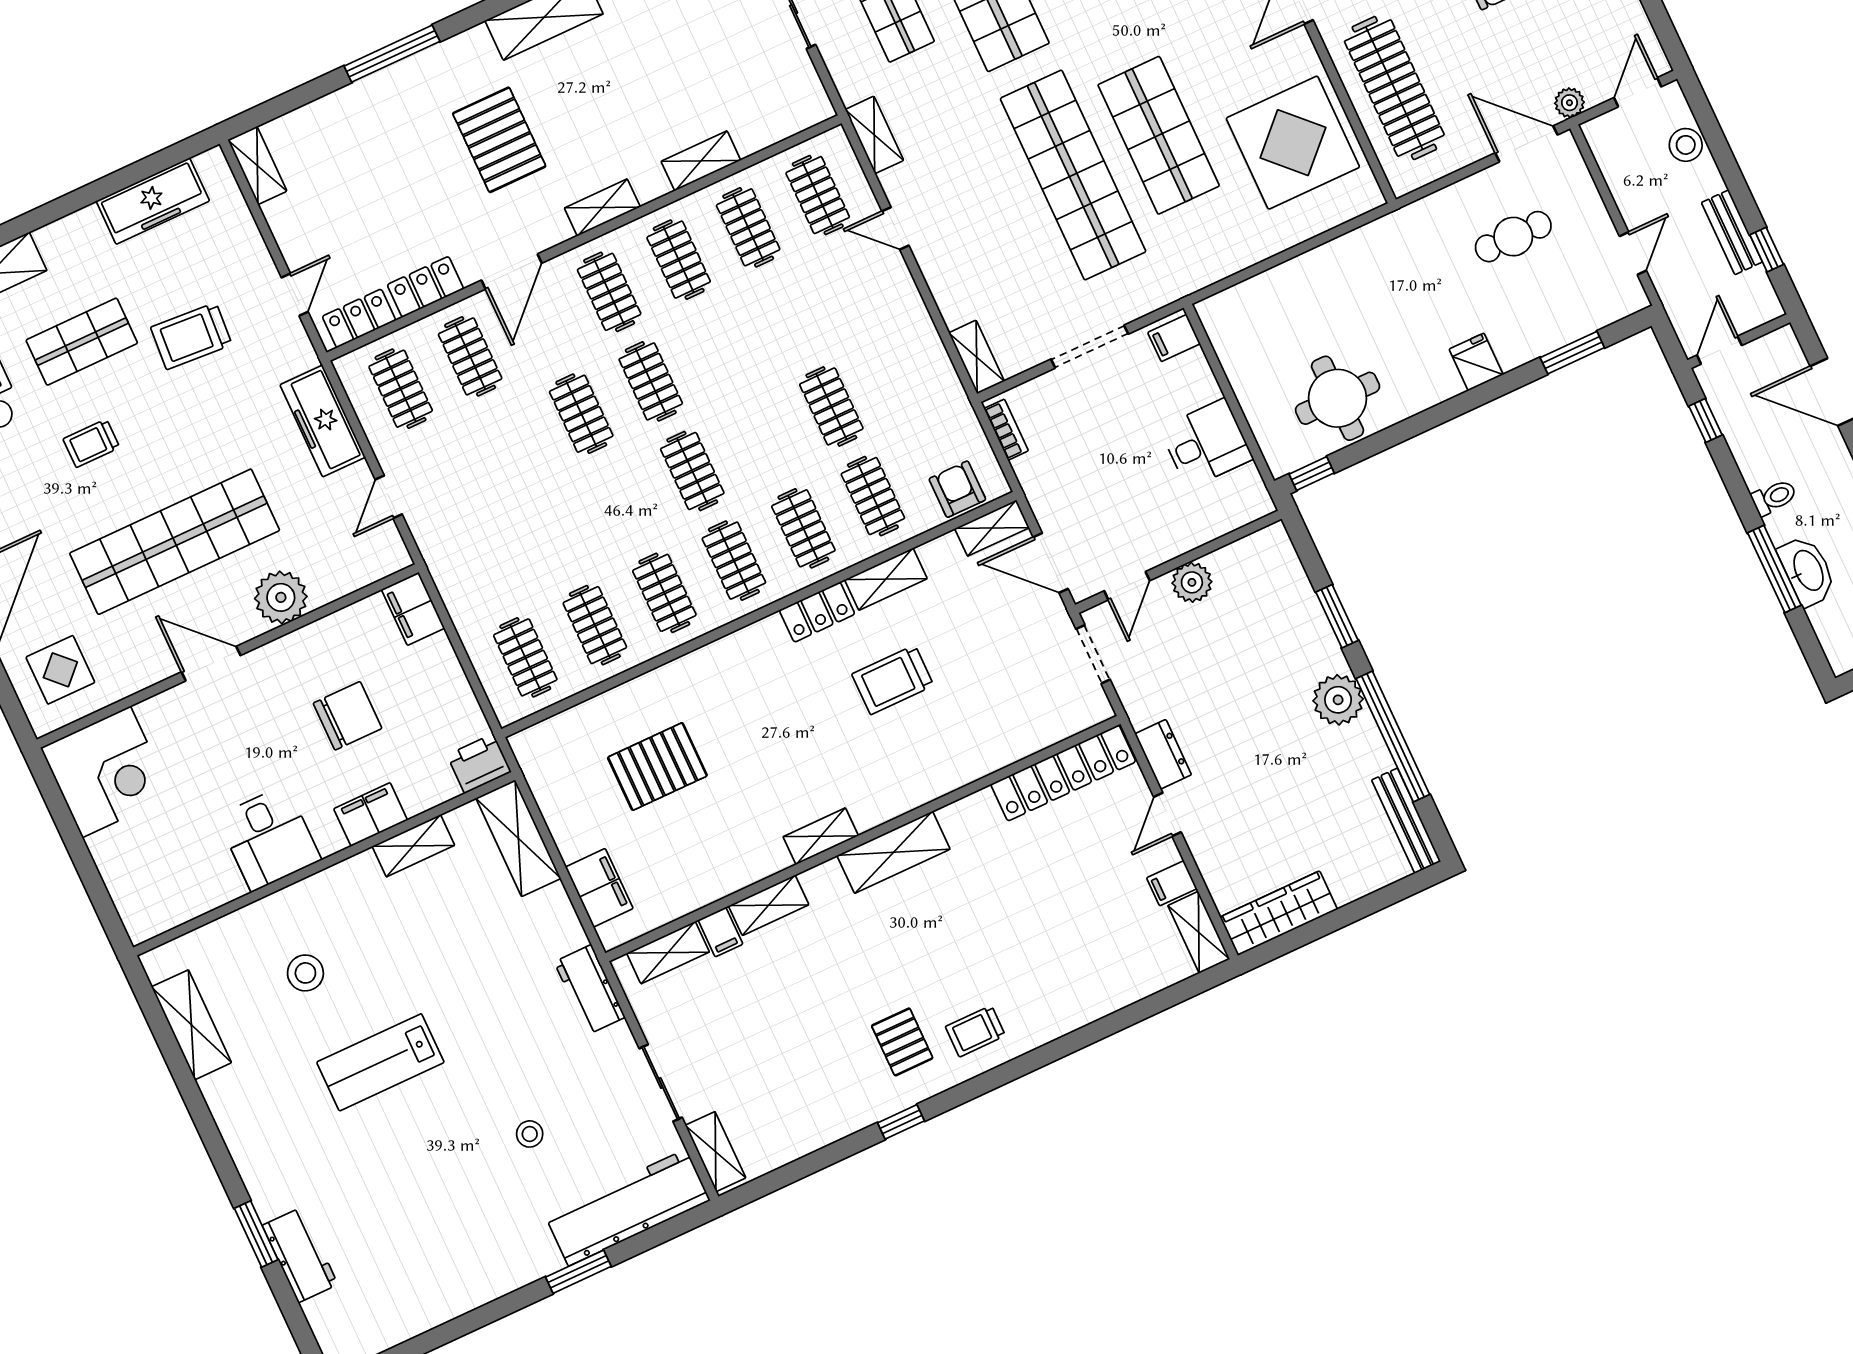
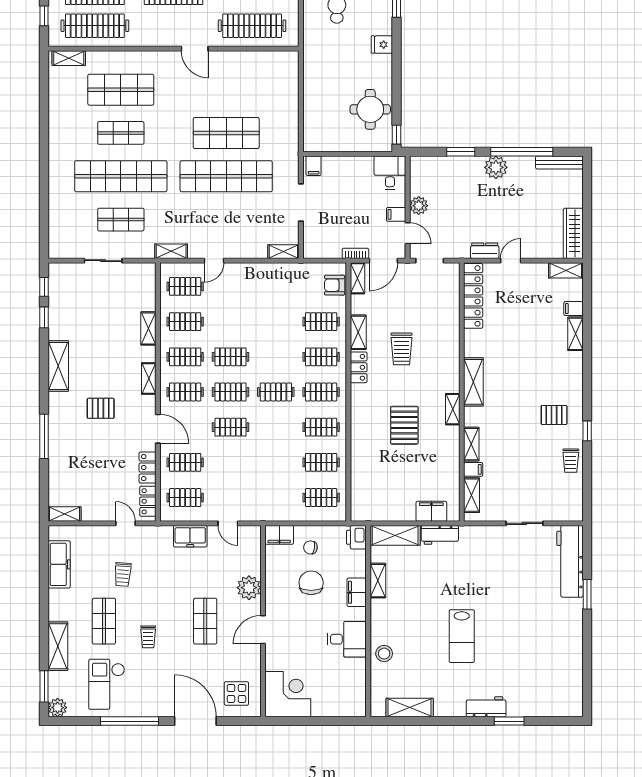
pallet: (499, 140) -> (101, 408), width x0.67, depth x0.71
display table: (1293, 143) -> (255, 79), removed
trolley: (191, 336) -> (123, 574), width x0.73, depth x0.72
clothes rail: (831, 406) -> (230, 357), moved
freezer: (323, 421) -> (190, 536), width x0.71
bookcase: (1006, 430) -> (355, 253), moved
desk: (1206, 443) -> (390, 173), moved
shop shelf: (175, 542) -> (205, 621), width x0.50, depth x0.74
filing cabinet: (1154, 546) -> (396, 214), added
chair: (417, 682) -> (310, 547), added
pallet: (657, 767) -> (404, 425), moved
door: (1167, 814) -> (511, 261), swing flipped
filing cabinet: (1172, 883) -> (574, 309), moved, turned 90
stool: (305, 973) -> (384, 654), moved
workbench: (590, 990) -> (440, 535), moved
trolley: (975, 1031) -> (571, 461), moved
stool: (530, 1134) -> (520, 588), removed
shelving: (715, 1152) -> (575, 334), moved, turned 90
workbench: (300, 1255) -> (486, 707), moved

